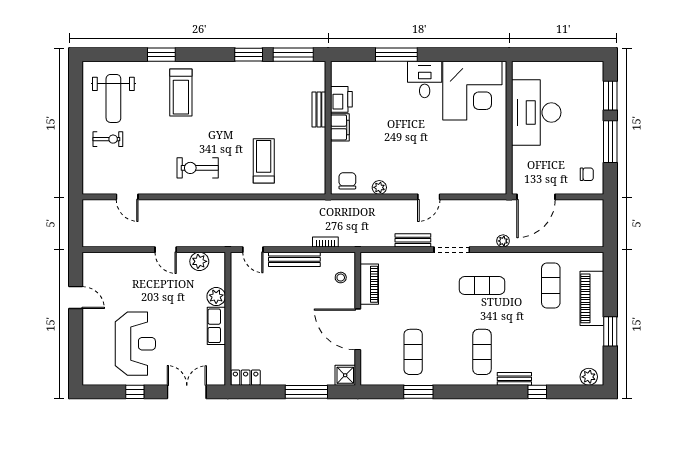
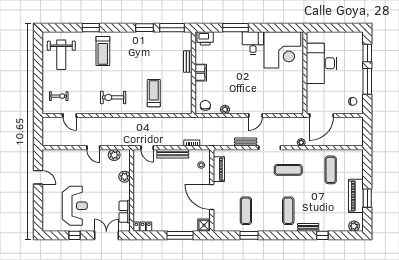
printer: (341, 99) -> (205, 38), moved, turned 90
exercise bike: (108, 139) -> (59, 96), moved
piano: (592, 298) -> (356, 196), moved
row of seats: (216, 326) -> (125, 212), moved

